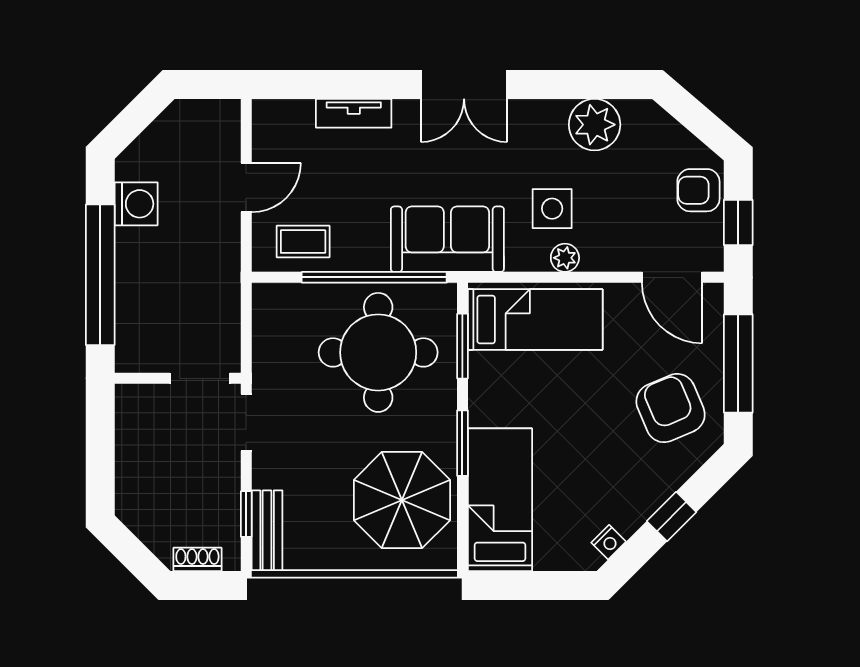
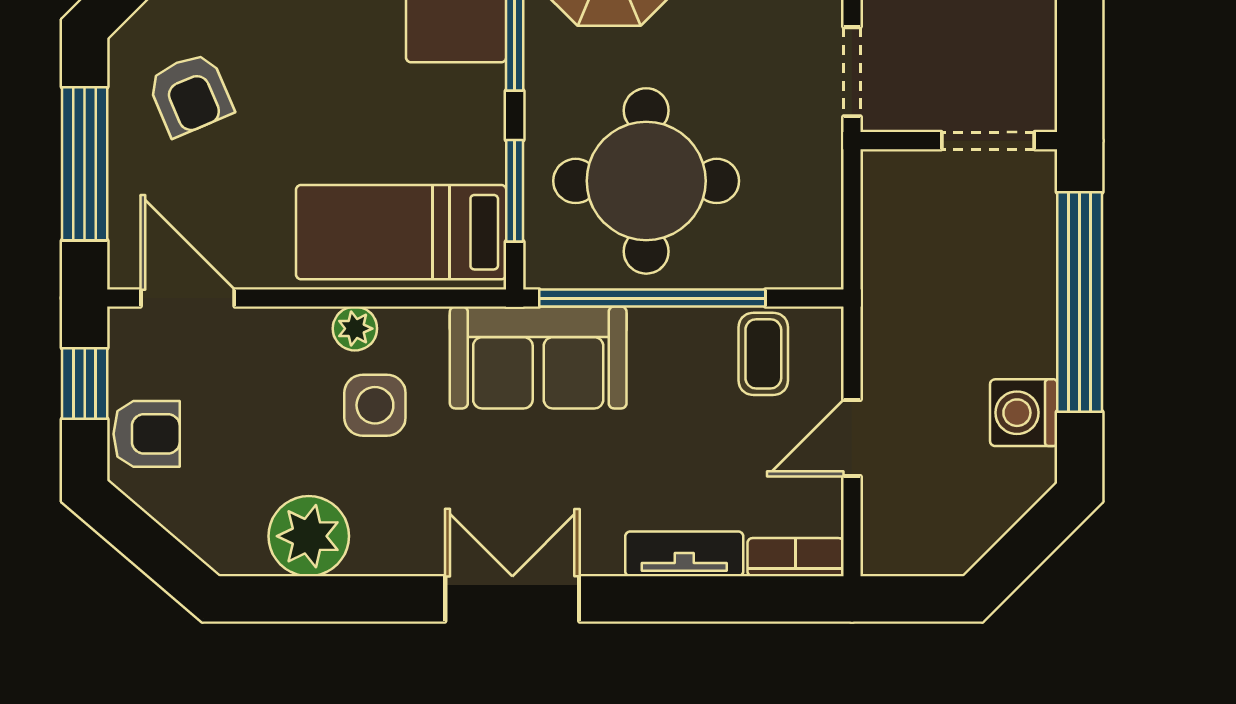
bookcase: (282, 111) -> (796, 557), added
coffee table: (303, 242) -> (763, 354), turned 90
doorway: (200, 378) -> (988, 141), moved
armchair: (671, 408) -> (190, 94), width x0.72, depth x0.72

